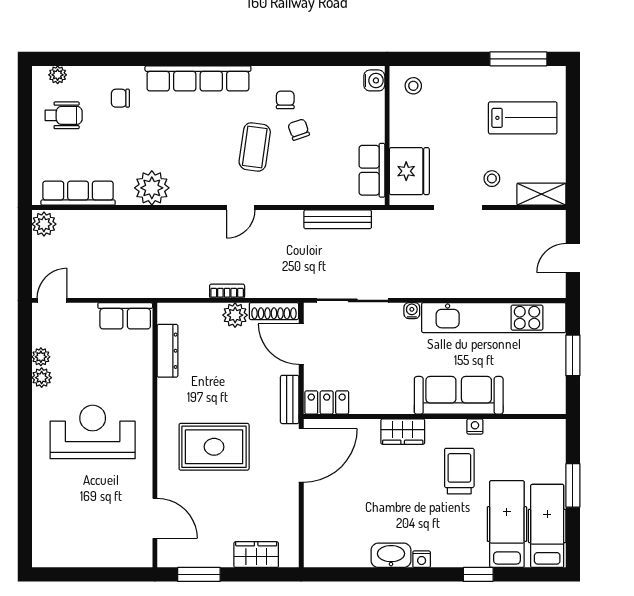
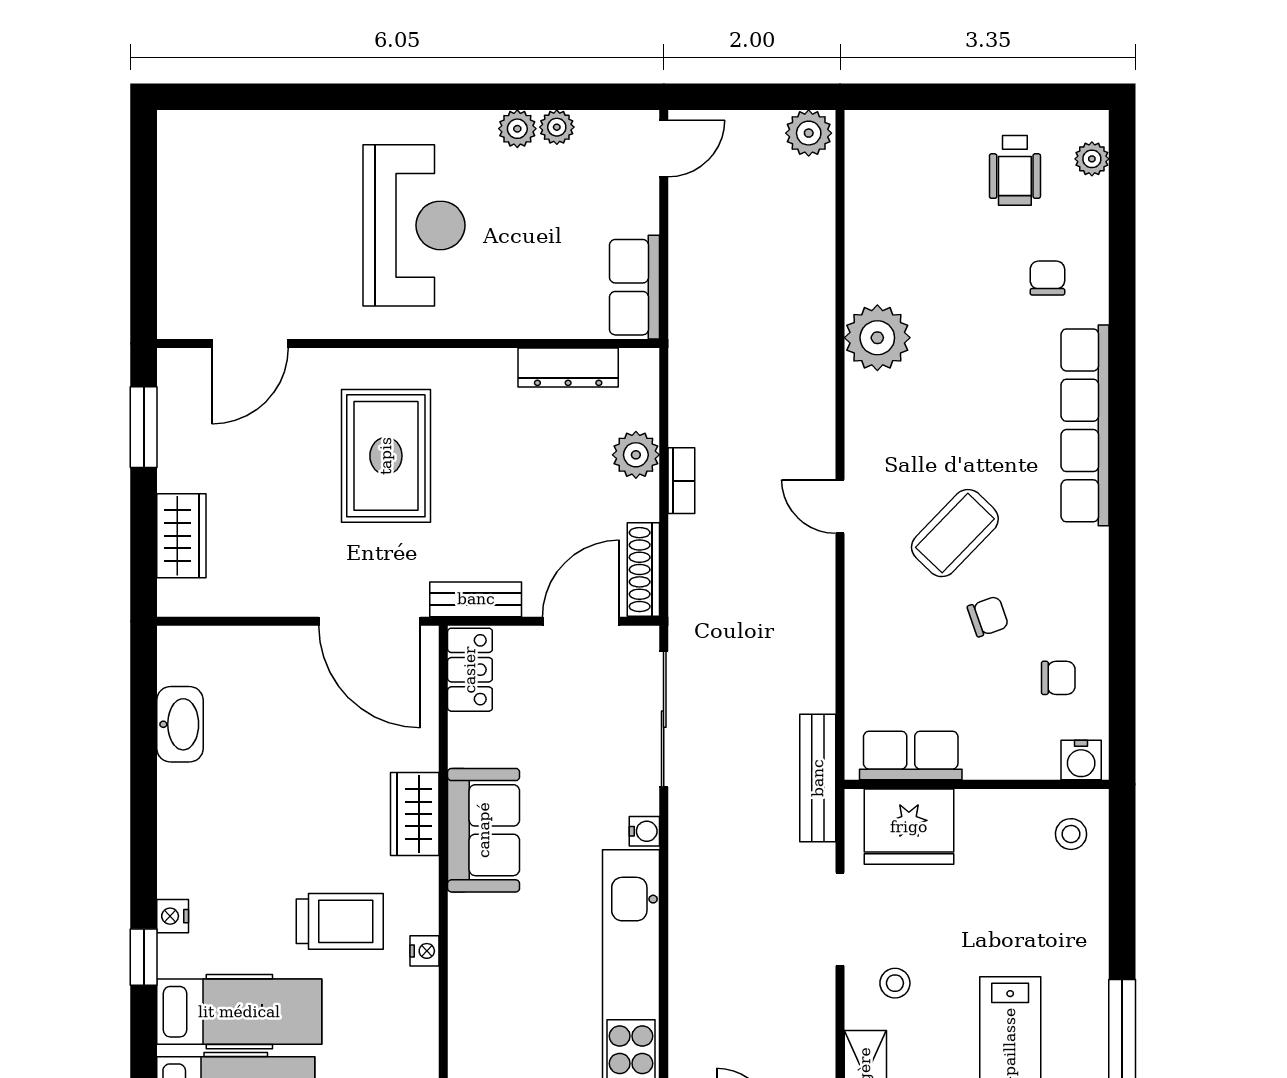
chair: (285, 100) -> (1058, 678), moved
coffee table: (255, 147) -> (955, 533), turned -54
row of seats: (78, 193) -> (867, 198), removed
bench: (338, 219) -> (818, 778), moved
door: (52, 300) -> (664, 148), hinge flipped
plant: (235, 315) -> (636, 455), moved
sofa: (459, 395) -> (484, 830), moved, width x0.73
washbasin: (391, 555) -> (180, 724), moved
nightstand: (422, 559) -> (173, 916), moved

